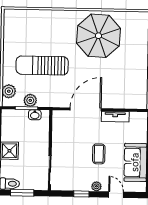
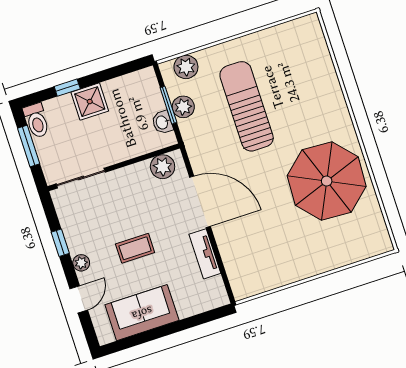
plant: (59, 123) -> (163, 167), added

